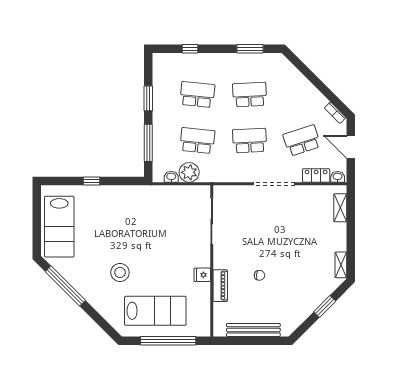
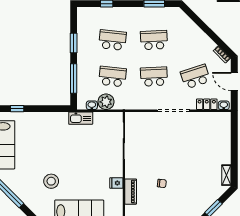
window: (92, 181) -> (17, 109), moved
kitchen sink: (157, 193) -> (81, 118), added
shelving: (340, 208) -> (226, 130), removed

